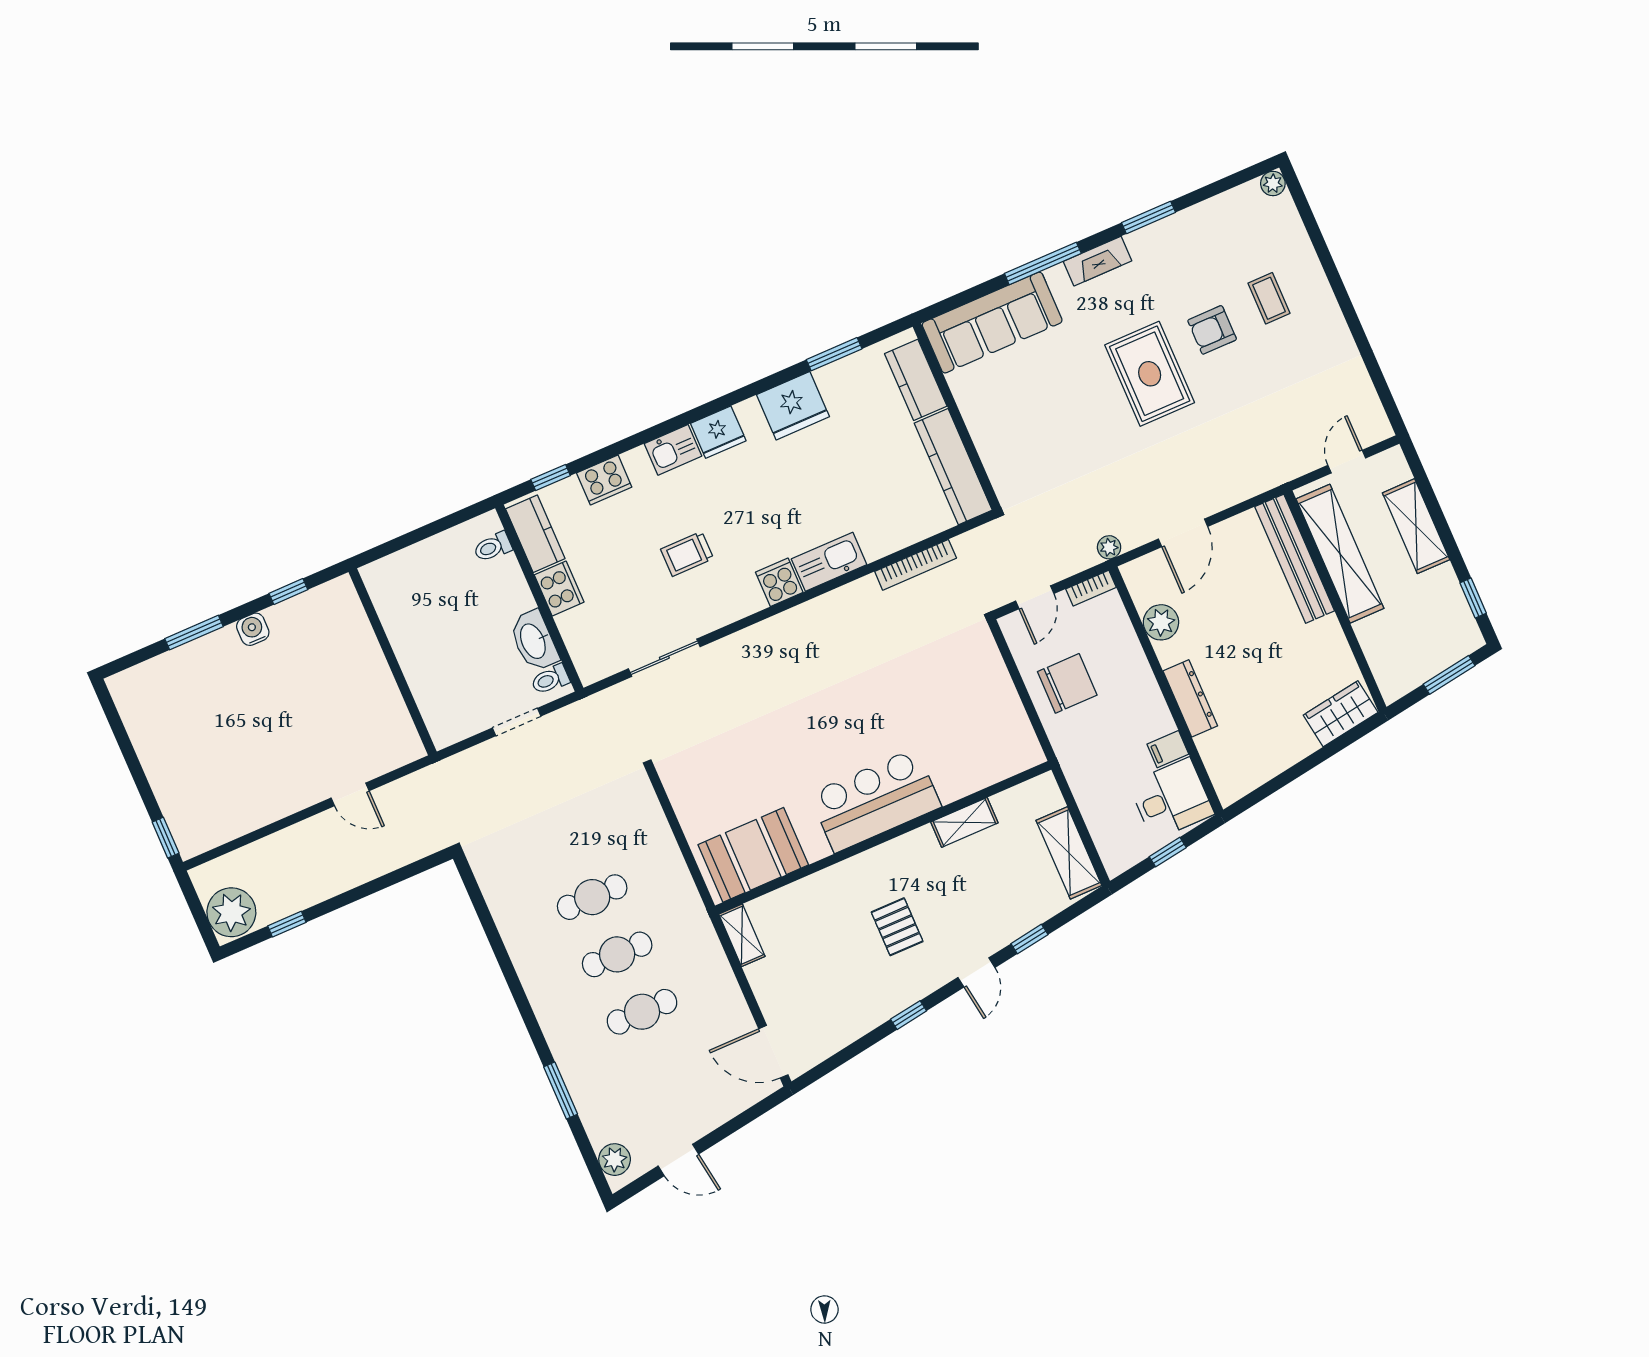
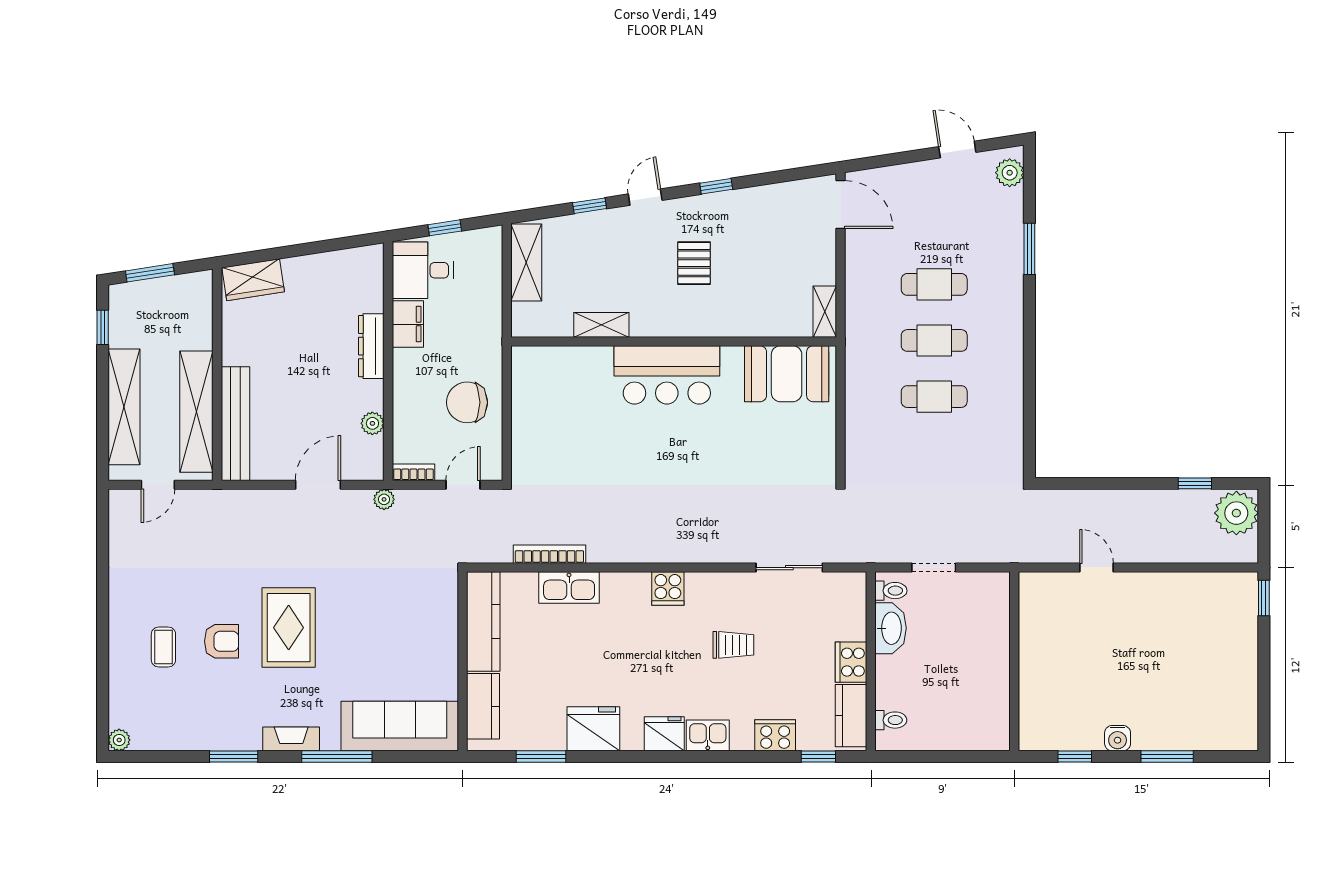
shelving: (1416, 526) -> (124, 407), width x1.47
kitchen sink: (829, 562) -> (569, 588), moved
plant: (1161, 622) -> (372, 423), width x0.73, depth x0.73
filing cabinet: (1168, 749) -> (408, 324), width x2.00

